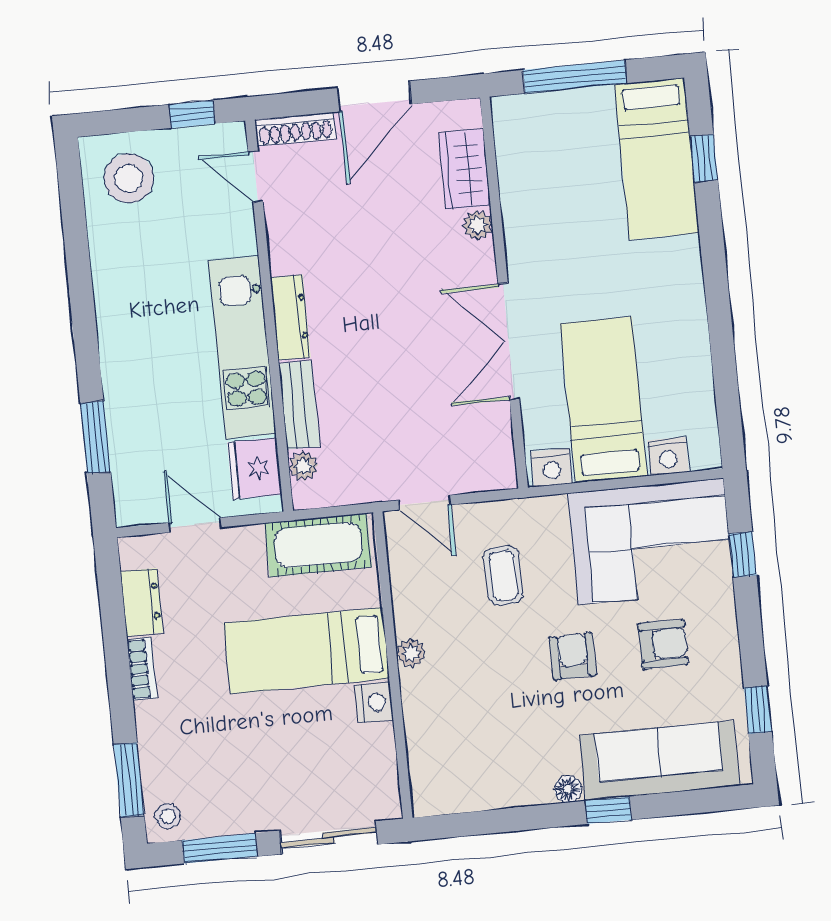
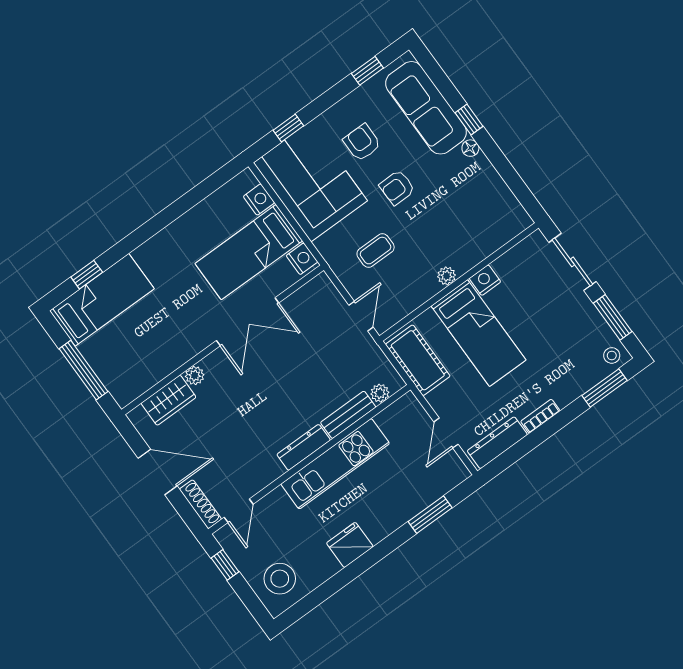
fridge: (255, 468) -> (350, 545), moved, turned 180
dresser: (142, 602) -> (497, 443), width x1.44

